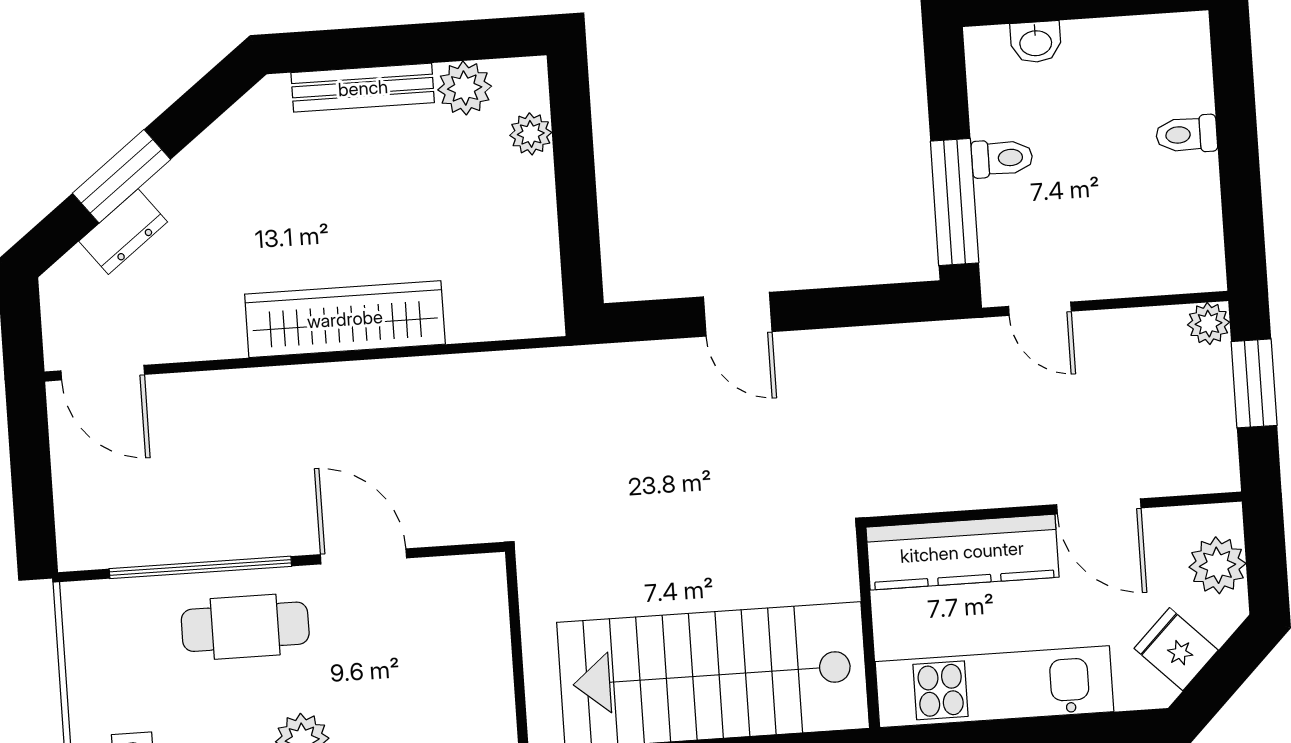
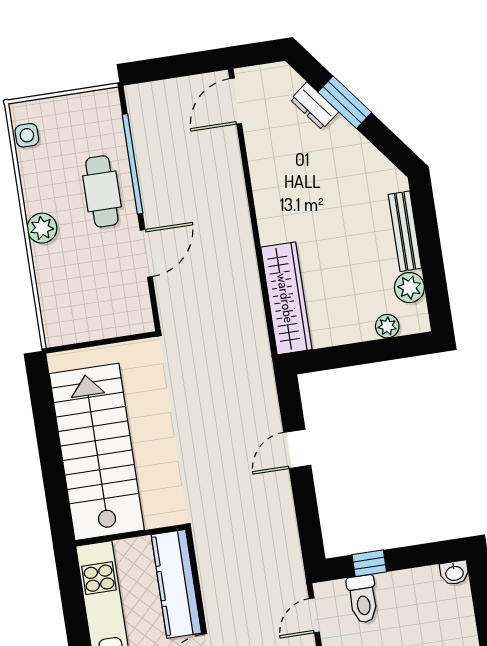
washbasin: (1036, 42) -> (454, 573), moved, turned -90
toilet: (1002, 158) -> (363, 599), moved, width x1.37, depth x1.39
window: (955, 202) -> (369, 563), width x0.46
wardrobe: (345, 319) -> (286, 298), moved

